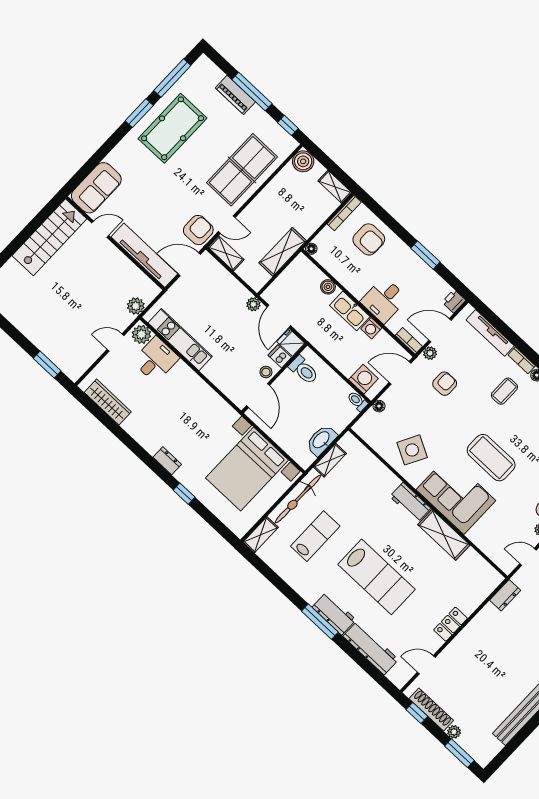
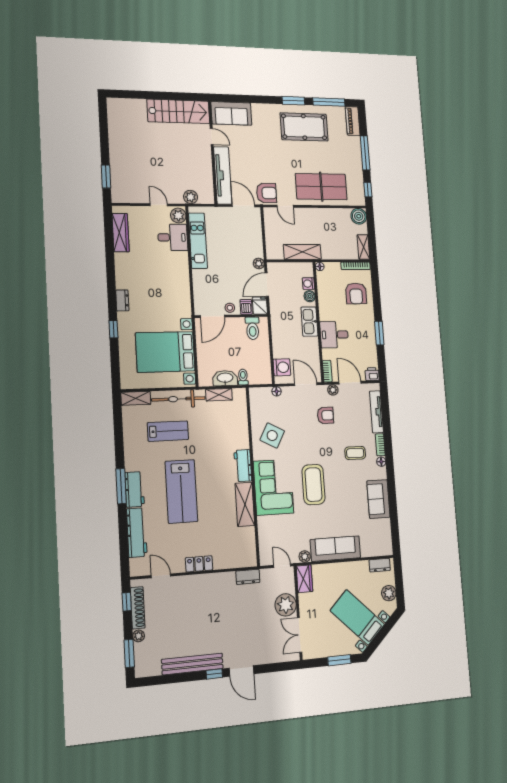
piano: (235, 95) -> (353, 121), moved
shelving: (226, 253) -> (270, 221), removed
washing machine: (371, 328) -> (308, 284), moved
toilet: (357, 401) -> (243, 377), moved

